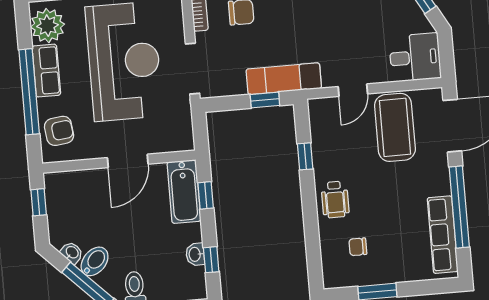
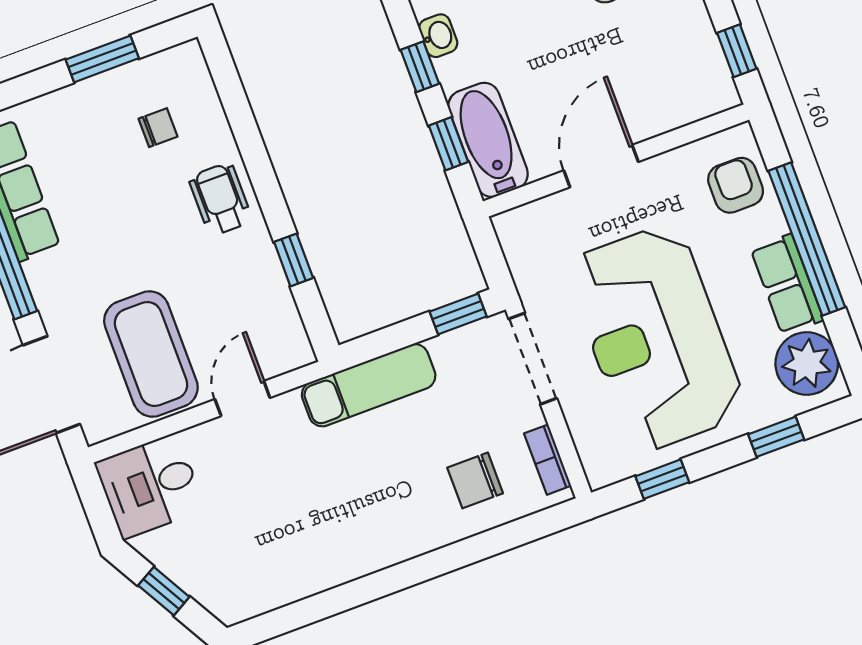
window: (265, 100) -> (458, 314), moved
armchair: (59, 131) -> (736, 185), turned 97
window: (211, 260) -> (420, 67), moved

